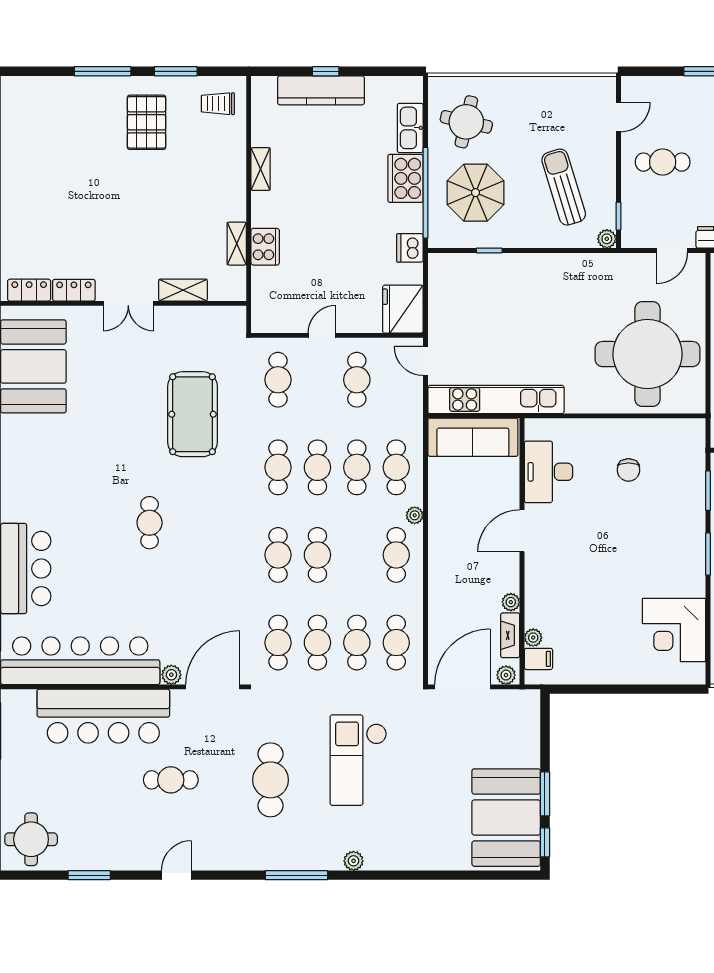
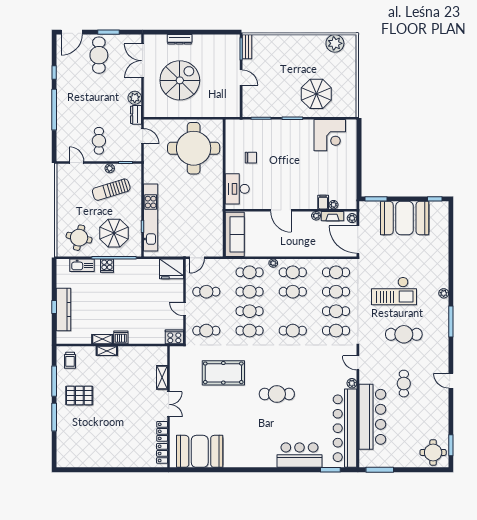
window: (176, 71) -> (54, 381), width x1.44
cooker: (406, 178) -> (107, 266), width x0.53, depth x0.76
plant: (607, 239) -> (110, 168), moved
shelving: (237, 244) -> (107, 351), moved
cooker: (265, 247) -> (174, 337), moved
dishwasher: (410, 248) -> (121, 337), moved, turned 180
kitchen unit: (496, 399) -> (151, 217), moved, turned 180
desk: (549, 472) -> (237, 189), moved, turned 90
cafe table: (150, 523) -> (277, 394), width x1.37, depth x1.35
cafe table: (317, 555) -> (293, 292), moved
filing cabinet: (538, 659) -> (323, 202), moved
door: (213, 687) -> (358, 363), width x0.53
window: (545, 794) -> (376, 199), moved
booth: (506, 818) -> (405, 218), moved
window: (89, 875) -> (451, 445), moved

